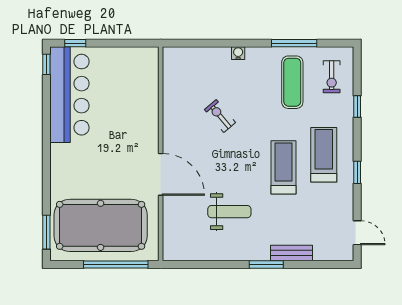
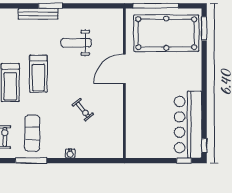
door: (161, 174) -> (124, 69), hinge flipped
bench: (291, 253) -> (38, 14), width x1.36

